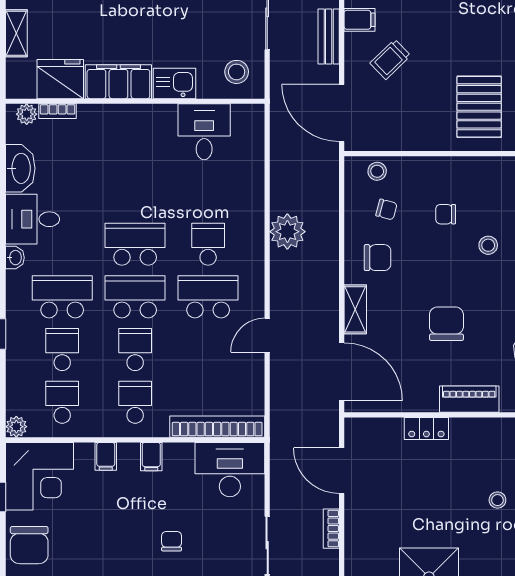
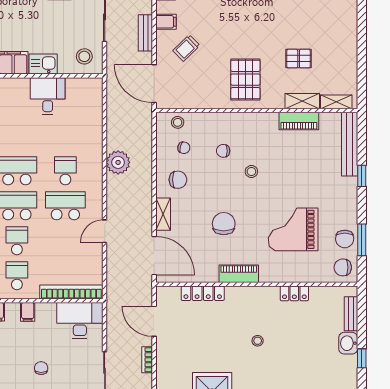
desk: (204, 132) -> (48, 96), moved
locker: (426, 428) -> (203, 293), width x1.53

